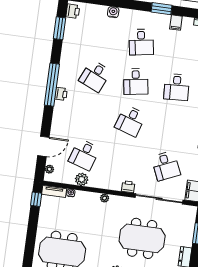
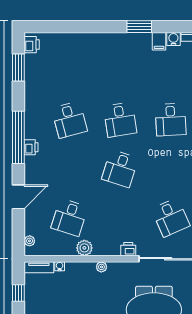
water cooler: (113, 12) -> (173, 39), moved
desk: (141, 42) -> (120, 71), removed
desk: (95, 76) -> (69, 120), turned -39
door: (43, 146) -> (18, 197), moved
plant: (82, 179) -> (84, 248), moved
window: (36, 199) -> (18, 293), moved

